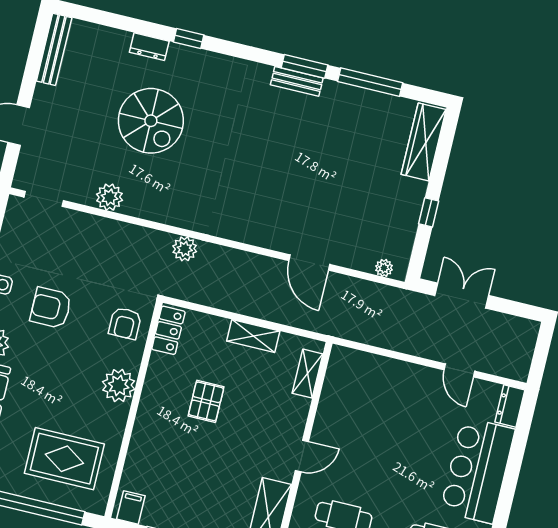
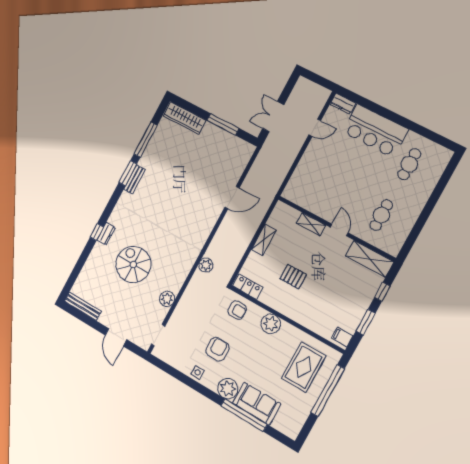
dresser: (149, 47) -> (106, 234), moved
spiral stairs: (151, 121) -> (133, 265), turned -90
window: (429, 212) -> (223, 124), width x2.17
plant: (384, 268) -> (246, 157), removed
armchair: (51, 308) -> (217, 349), turned 180
shelving: (308, 374) -> (311, 224), moved

